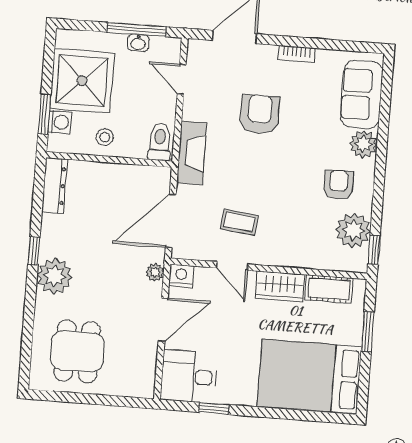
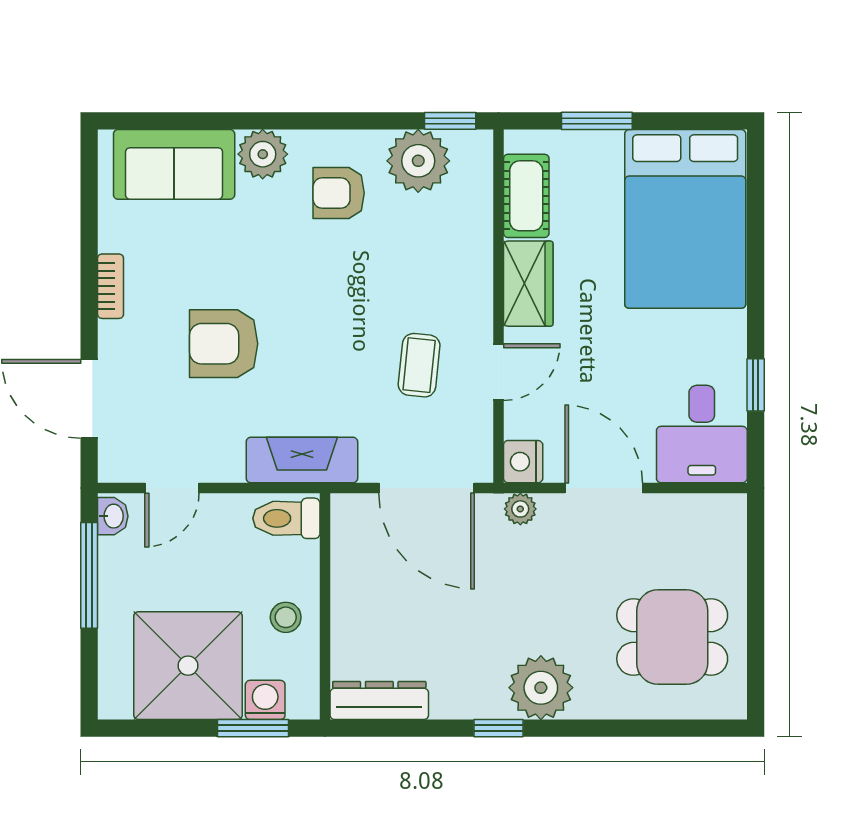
washbasin: (138, 43) -> (113, 516), moved

